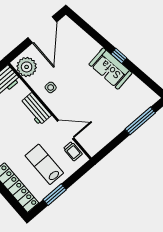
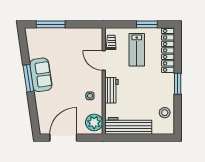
window: (119, 56) -> (28, 78), width x2.17

